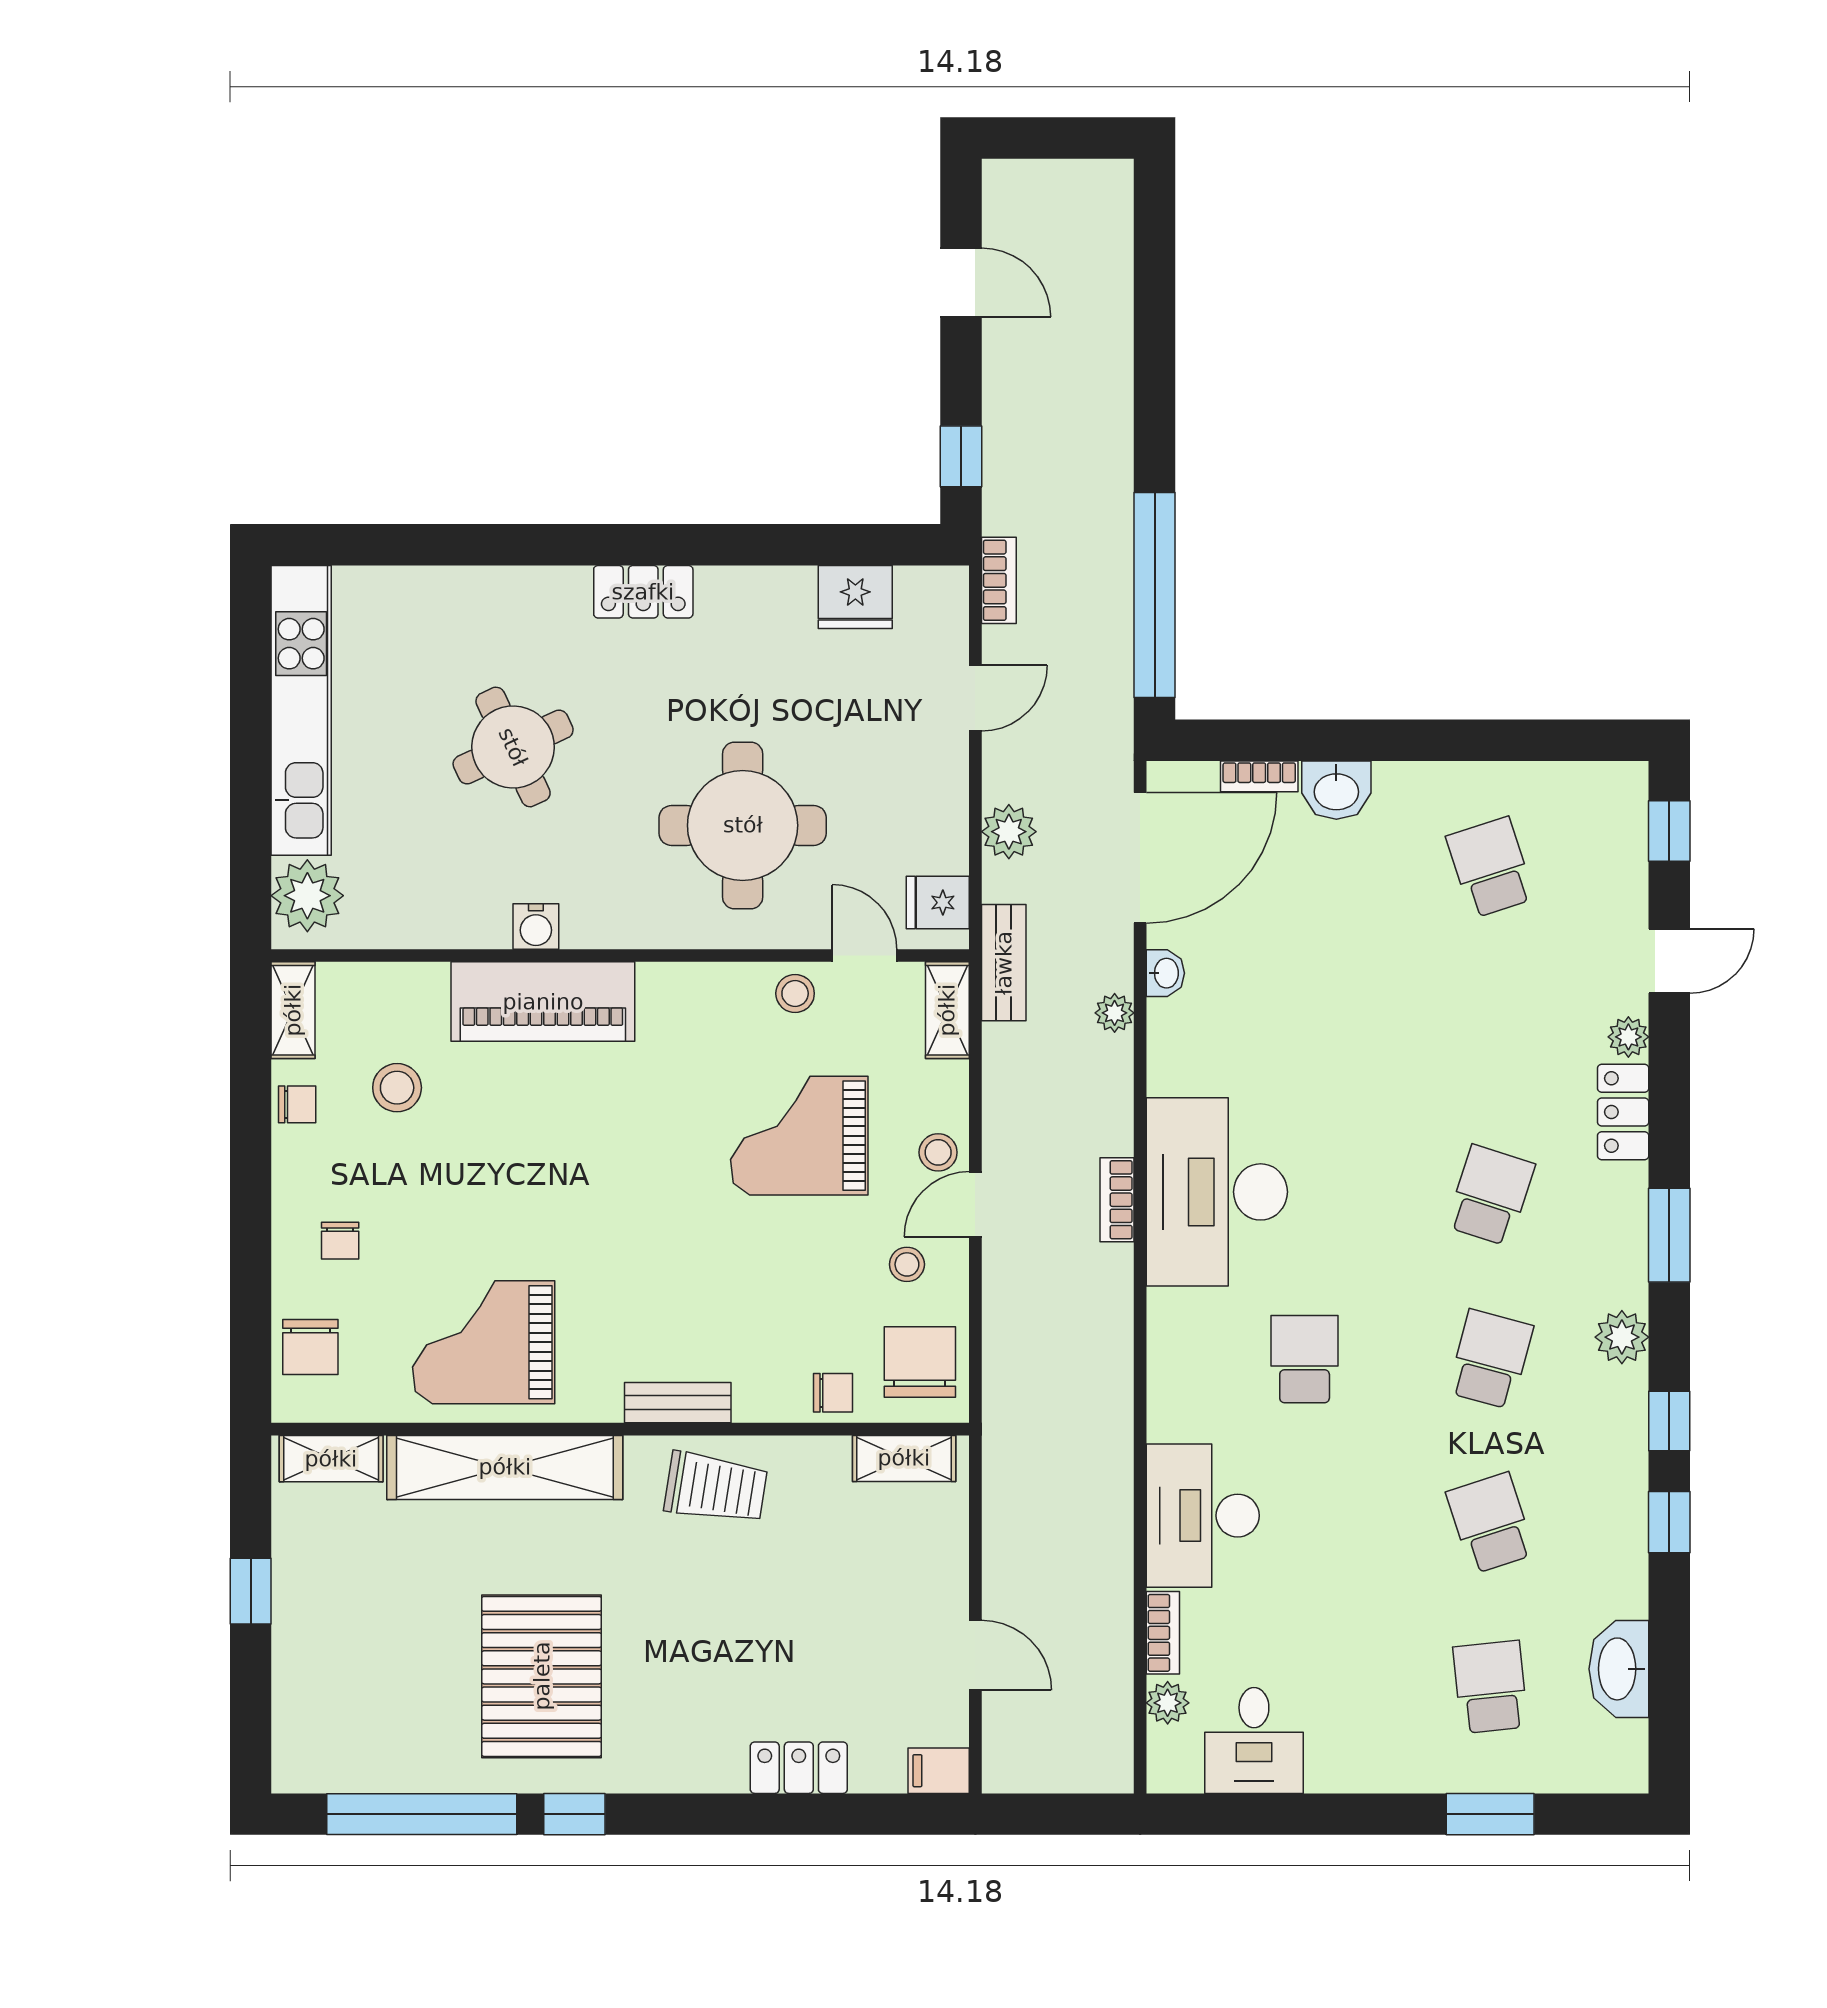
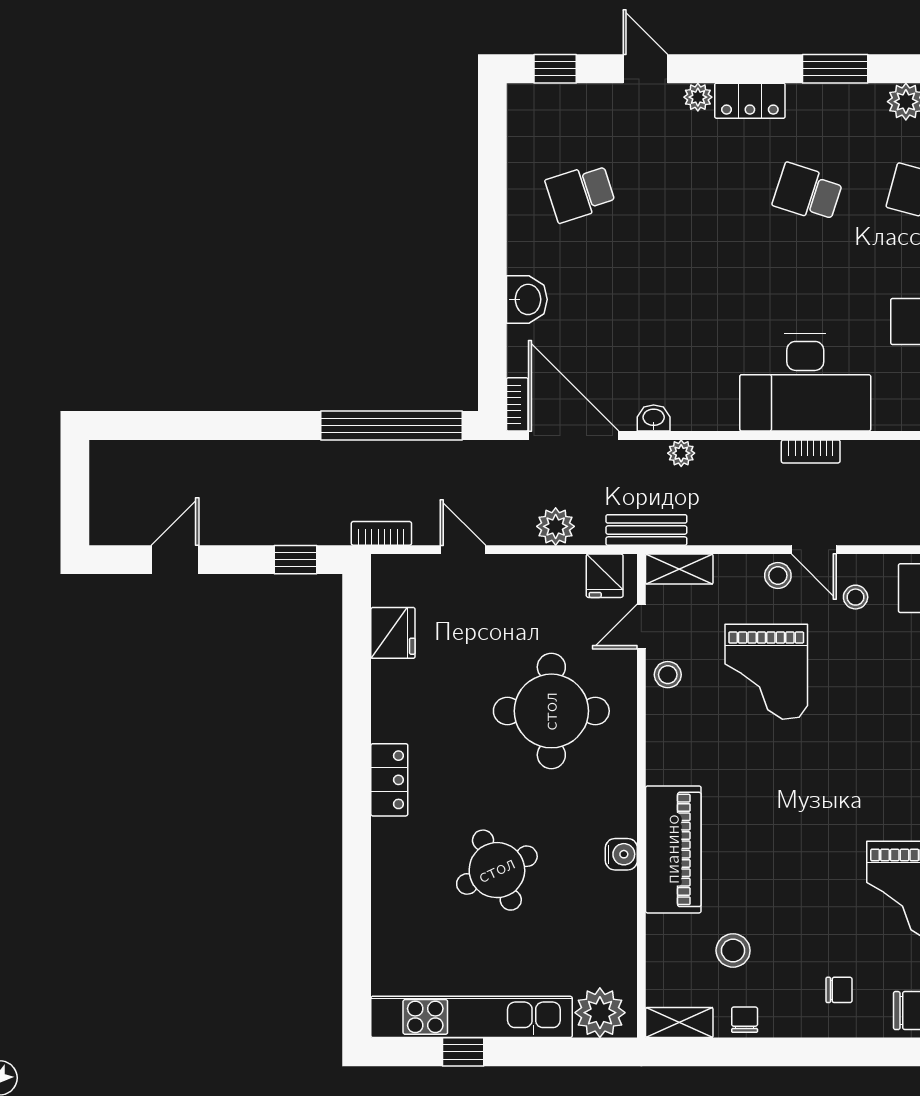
window: (251, 698) -> (463, 1052), added
bookcase: (1259, 776) -> (517, 404), moved

